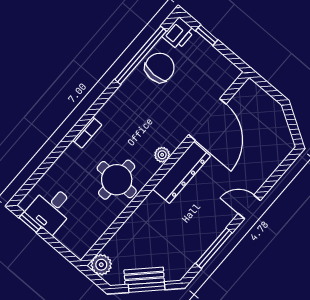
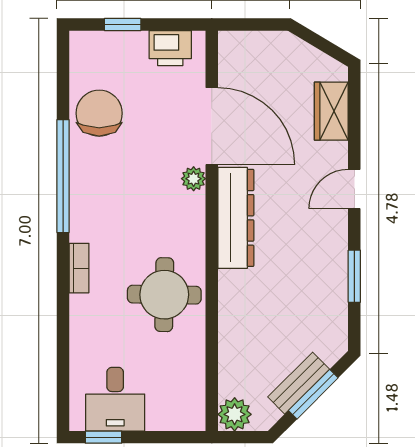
printer: (179, 34) -> (170, 48), moved, turned 90
window: (141, 55) -> (63, 176), moved
plant: (162, 155) -> (194, 179), moved
wardrobe: (270, 161) -> (331, 111), added
window: (214, 248) -> (354, 276), width x0.69

